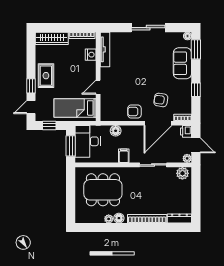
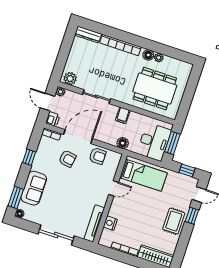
tv unit: (105, 49) -> (94, 224), moved
nightstand: (91, 55) -> (110, 223), moved
wall: (98, 77) -> (110, 199), moved
door: (98, 87) -> (114, 188), moved
bed: (75, 108) -> (143, 175), moved

